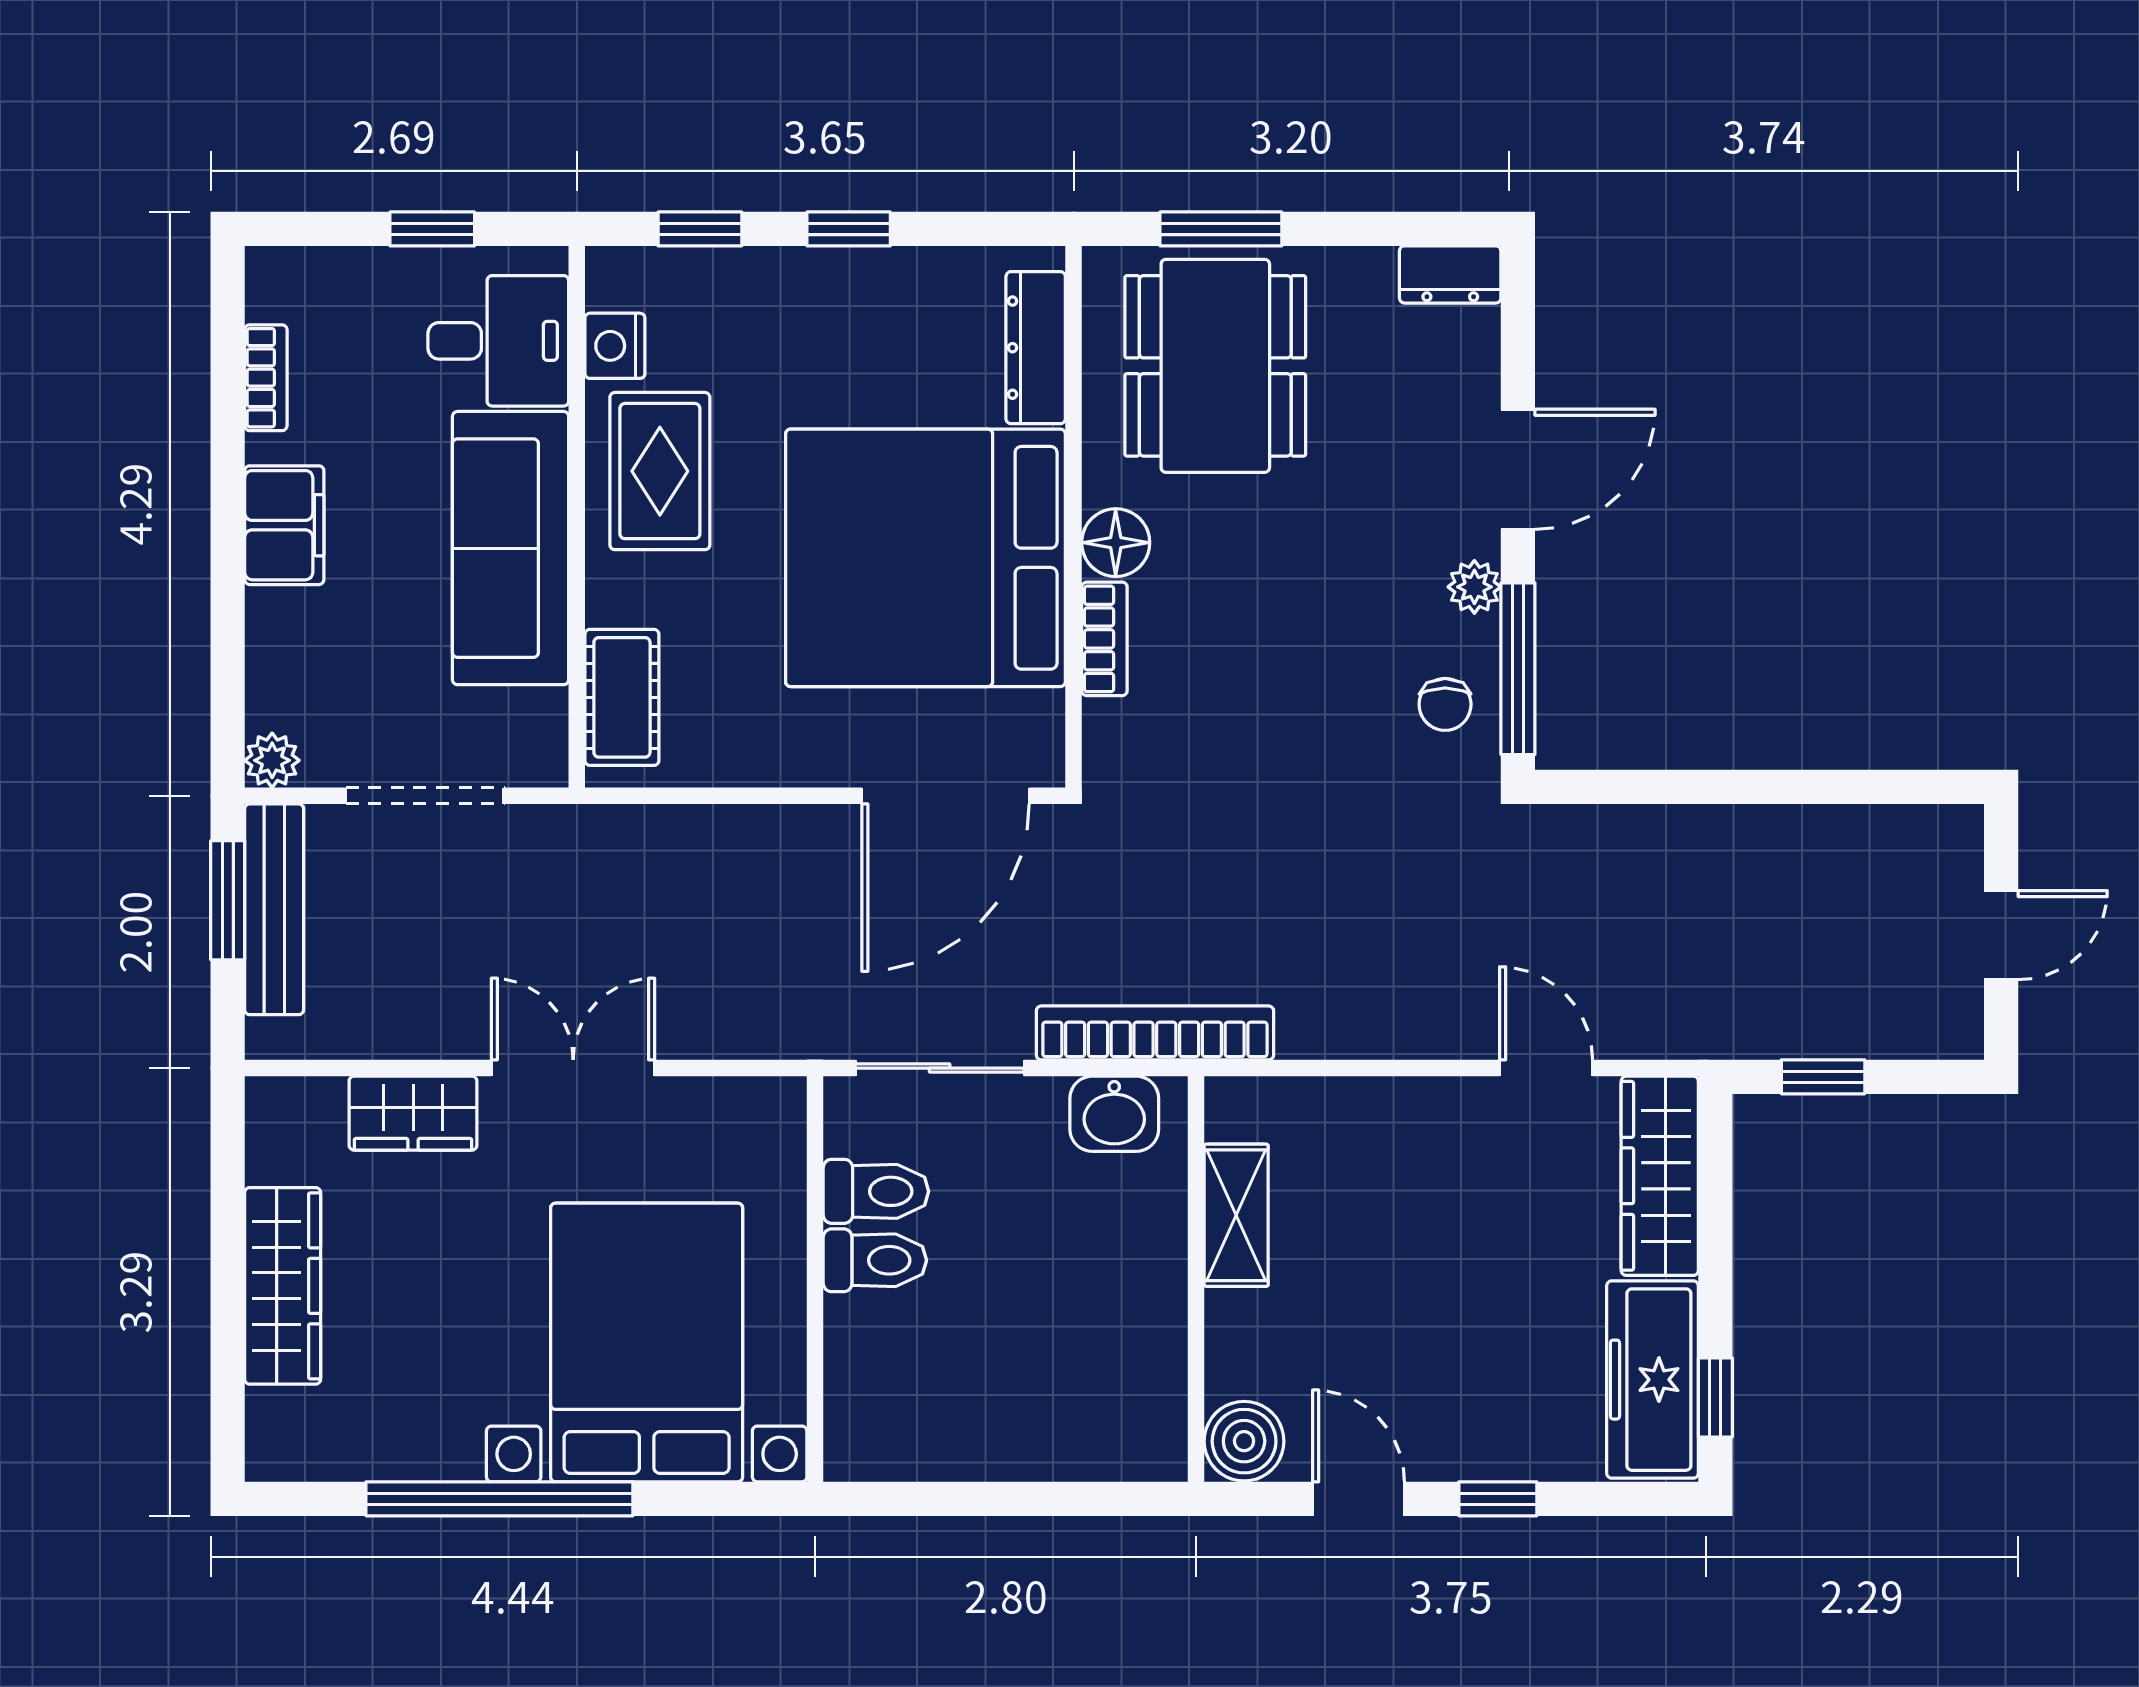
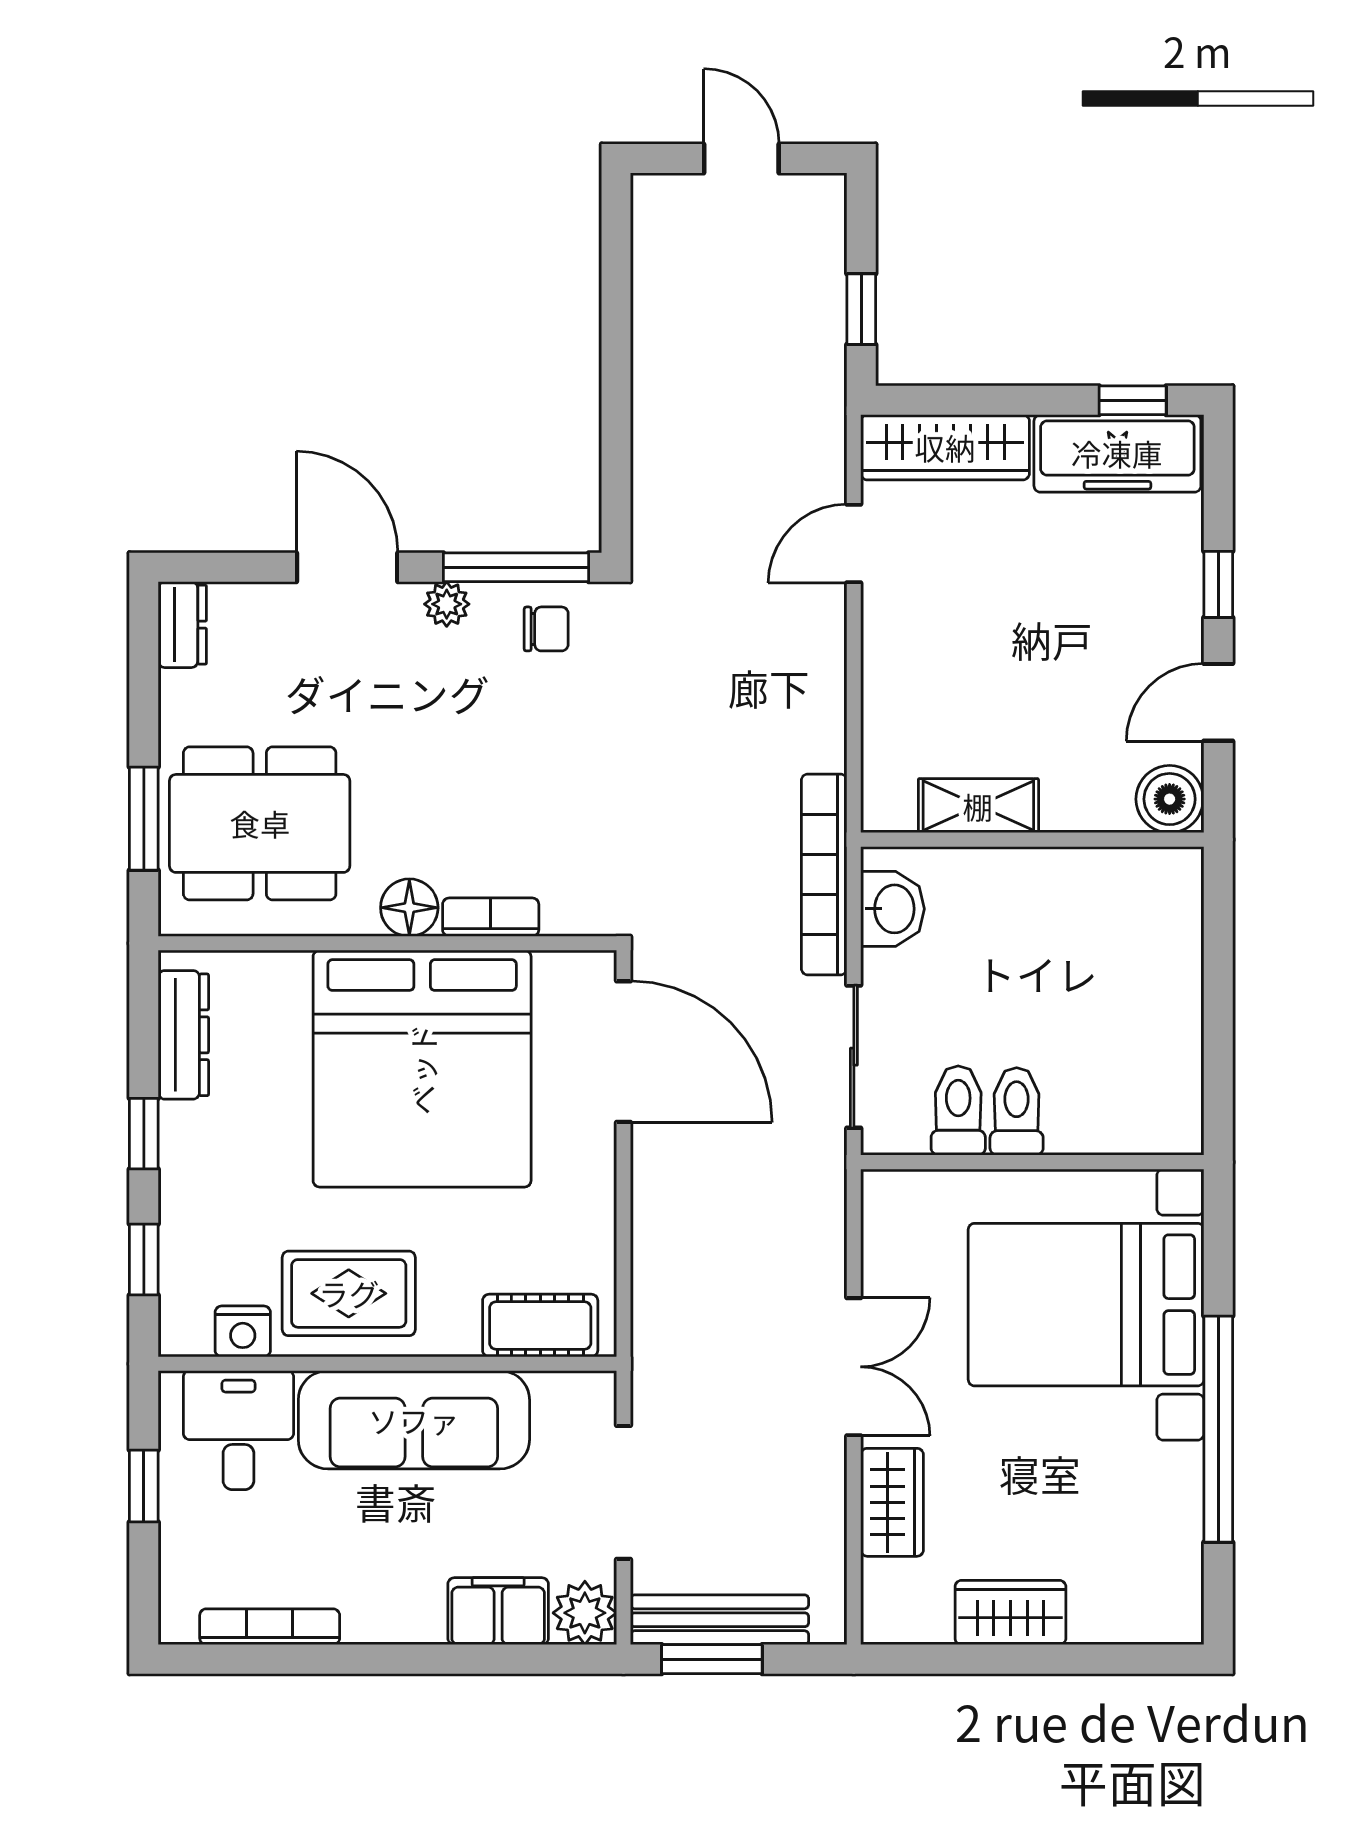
dresser: (1036, 348) -> (183, 1035), moved, turned -90
bookcase: (266, 378) -> (270, 1627), width x1.56
filing cabinet: (284, 525) -> (498, 1611), moved
plant: (272, 760) -> (585, 1613), width x1.38, depth x1.38
double door: (573, 1068) -> (854, 1367), swing flipped
wardrobe: (283, 1286) -> (1010, 1613), width x0.67

